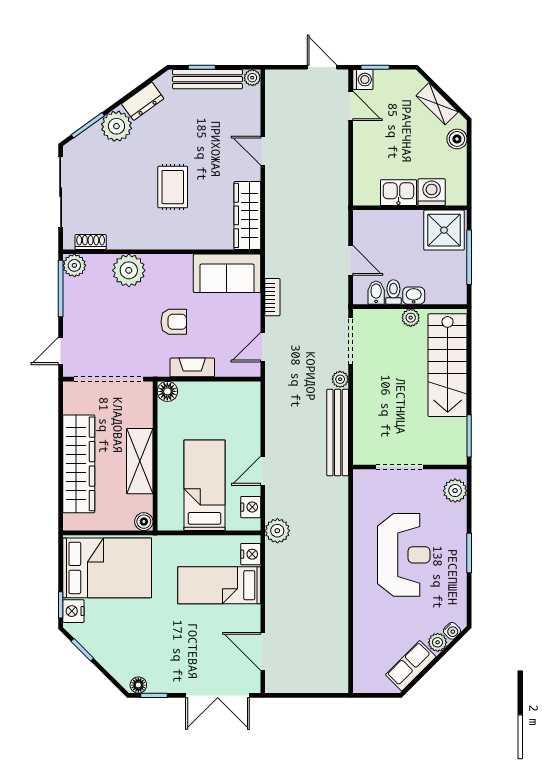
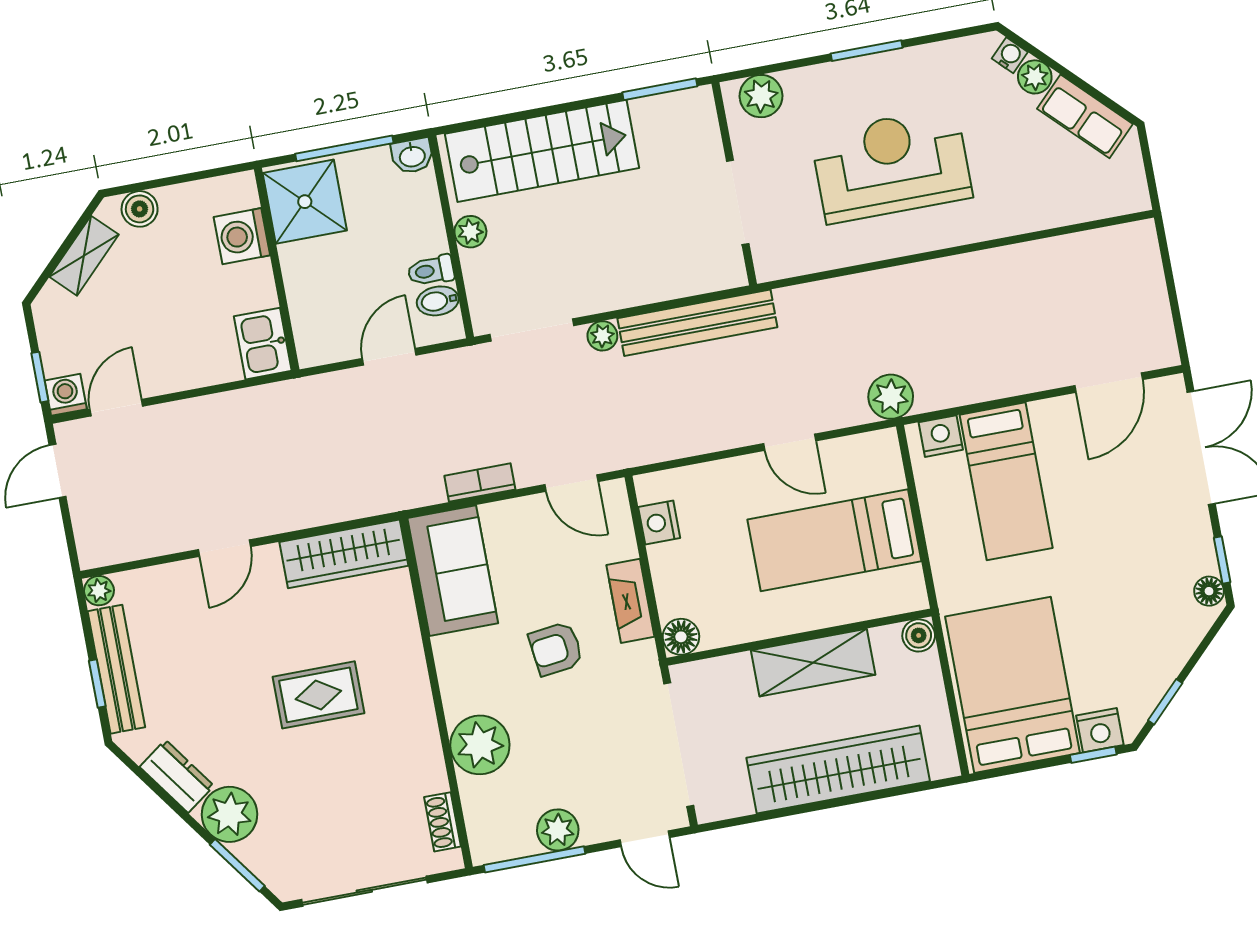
kitchen sink: (398, 193) -> (263, 344), moved
plant: (74, 265) -> (558, 830), moved
washbasin: (414, 296) -> (412, 156), moved, turned -90
armchair: (174, 322) -> (556, 649), turned -97
nightstand: (251, 507) -> (659, 522), moved, turned -90

